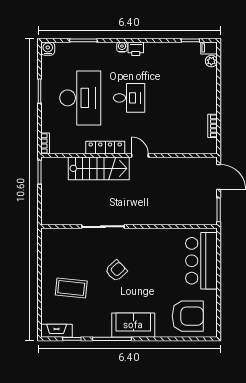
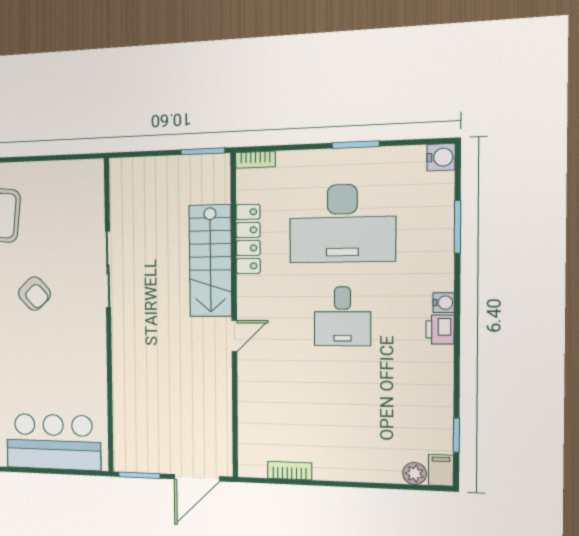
locker: (105, 148) -> (248, 239), moved

